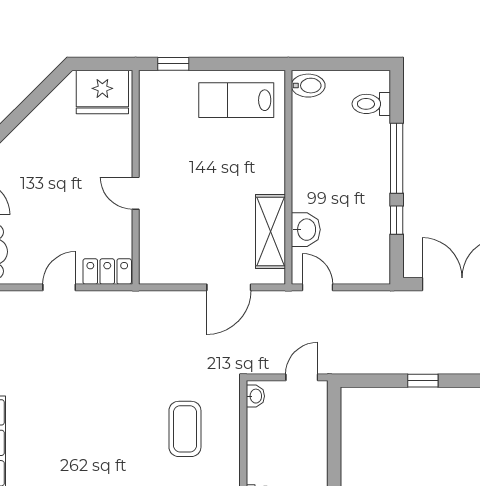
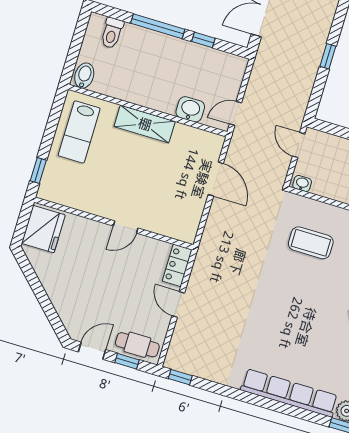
shelving: (270, 232) -> (145, 124), moved

